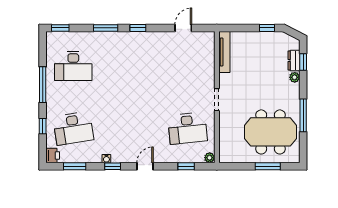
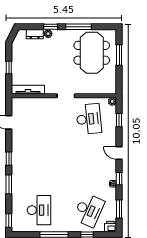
window: (267, 28) -> (9, 67), moved
window: (303, 62) -> (51, 27), moved
desk: (73, 128) -> (89, 210), turned 33

